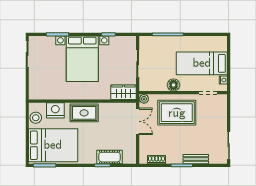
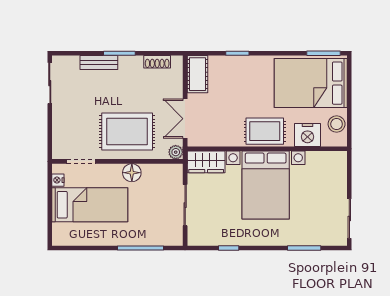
bed with nightstands: (82, 59) -> (266, 185), moved, turned 180
cot: (109, 157) -> (197, 74), moved, turned 90

